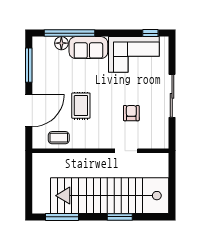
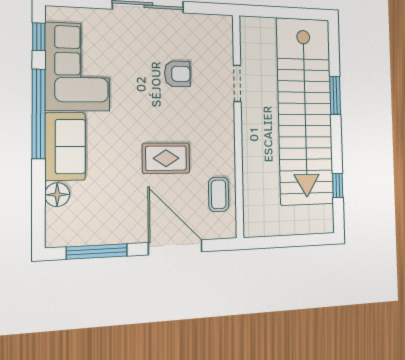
window: (69, 33) -> (39, 114), moved
armchair: (131, 113) -> (177, 74), turned 180
window: (62, 217) -> (338, 186), width x0.46

